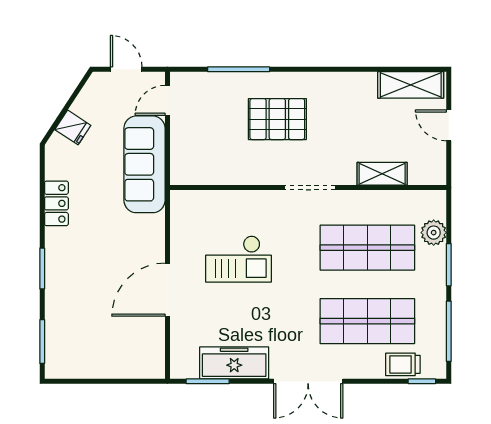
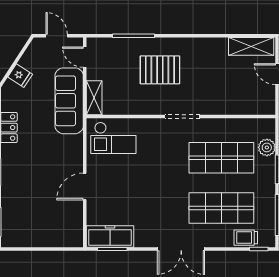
door: (167, 100) -> (85, 57), hinge flipped
shelving: (382, 174) -> (94, 98), moved, turned 90
checkout: (238, 259) -> (113, 138), moved
door: (167, 290) -> (85, 186), width x0.73
freezer: (234, 363) -> (110, 237), moved

